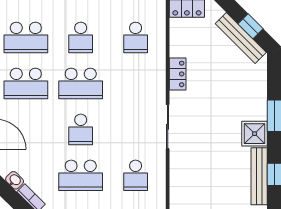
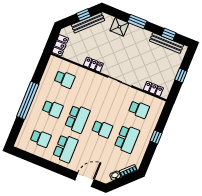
school desk: (26, 37) -> (41, 138), width x0.54
shower: (255, 134) -> (119, 27), moved
locker: (178, 185) -> (153, 89), added

